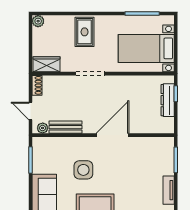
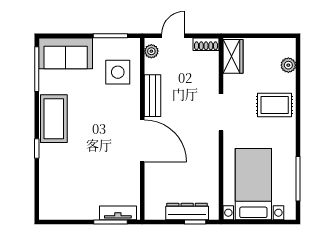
plant: (38, 21) -> (288, 65), moved
bench: (65, 127) -> (152, 96), moved
side table: (83, 170) -> (118, 72), moved
tv unit: (169, 190) -> (118, 213), moved

